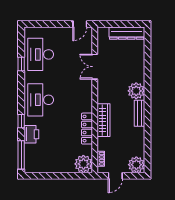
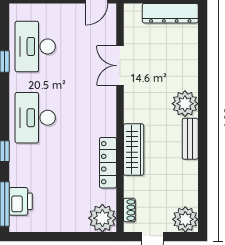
printer: (31, 134) -> (21, 201), moved

